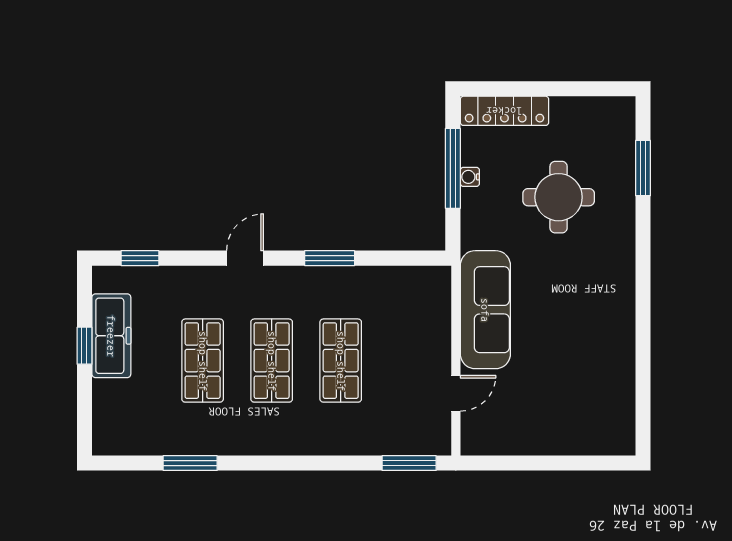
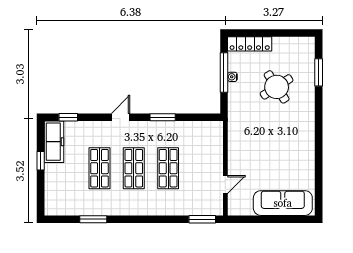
round table: (559, 197) -> (277, 87), turned -33
sofa: (485, 310) -> (283, 203), moved, turned -90
freezer: (111, 336) -> (54, 142), moved

